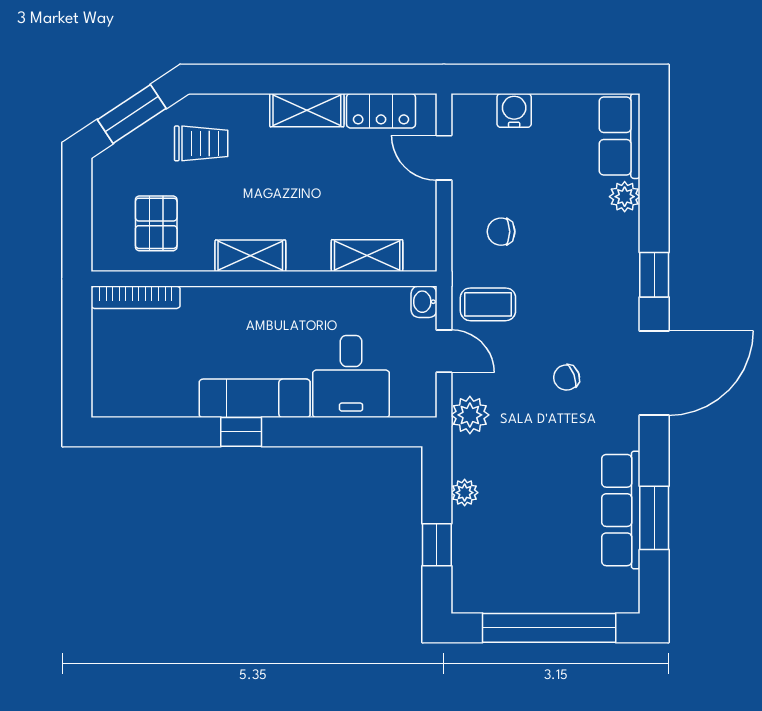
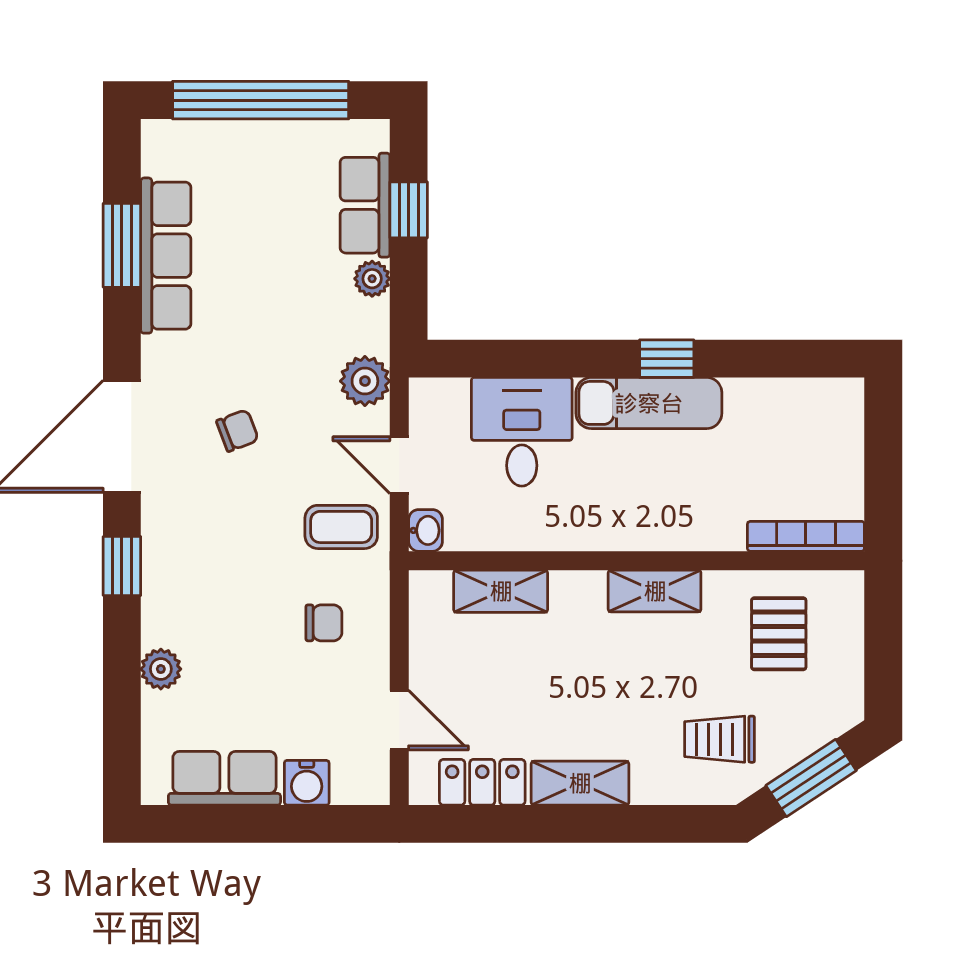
row of seats: (620, 136) -> (224, 778), moved, turned -90
row of seats: (470, 548) -> (365, 205), added

